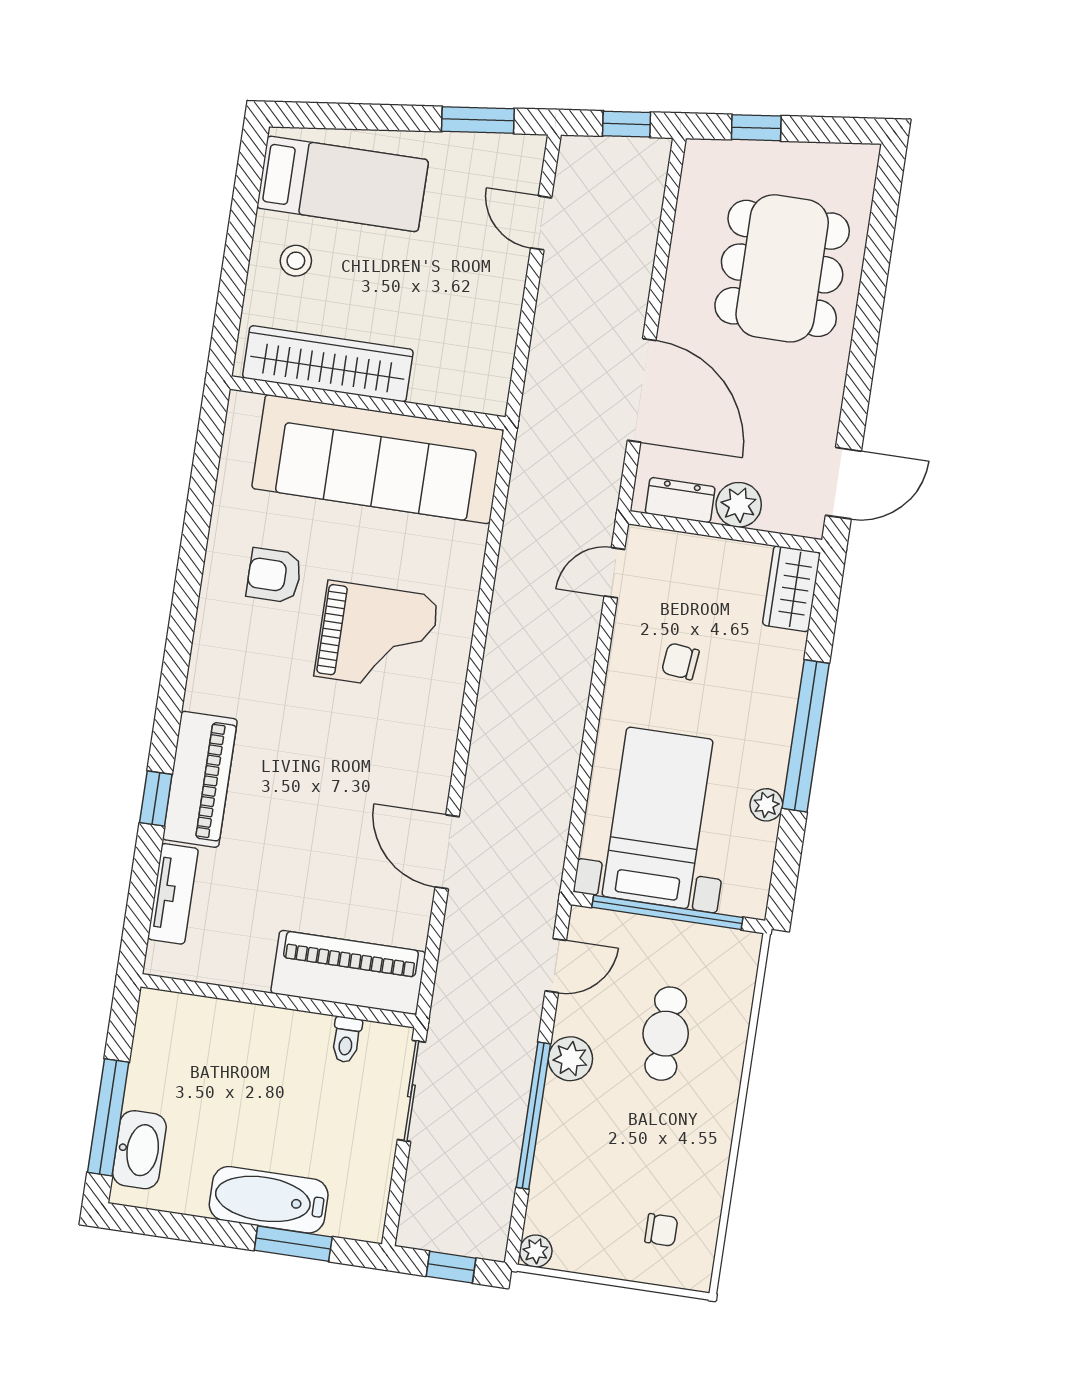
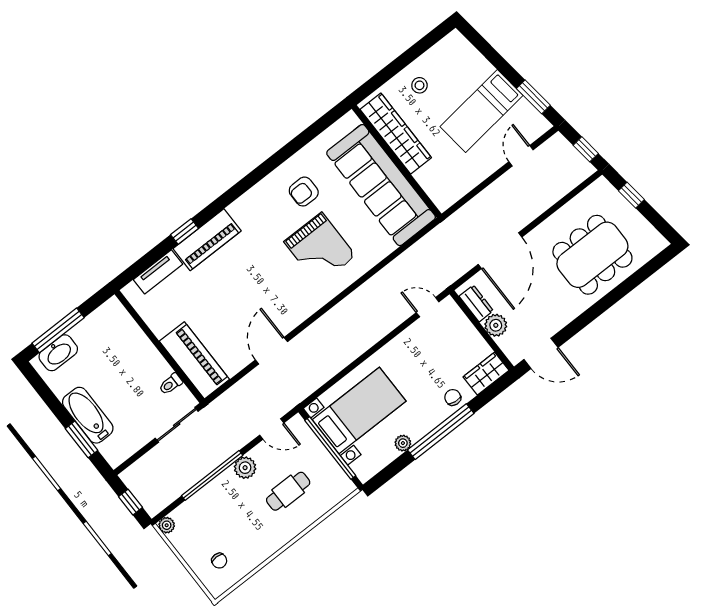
bed: (343, 184) -> (482, 111), moved, turned 83
armchair: (274, 575) -> (304, 192), turned -90
chair: (680, 661) -> (453, 397), moved

